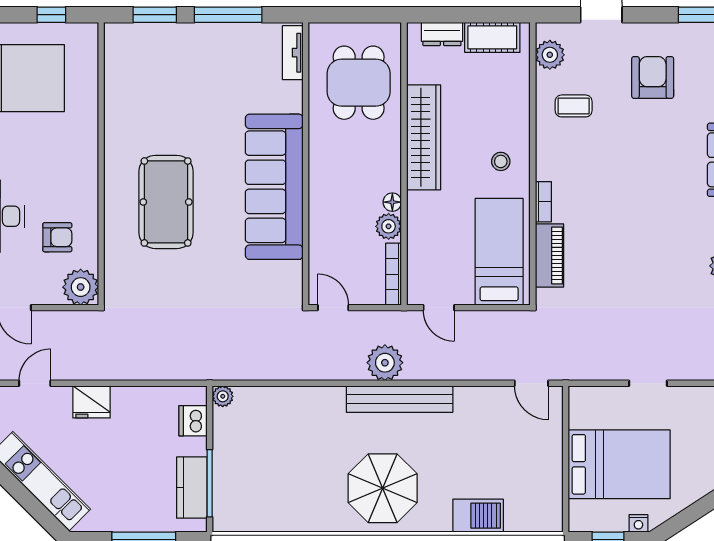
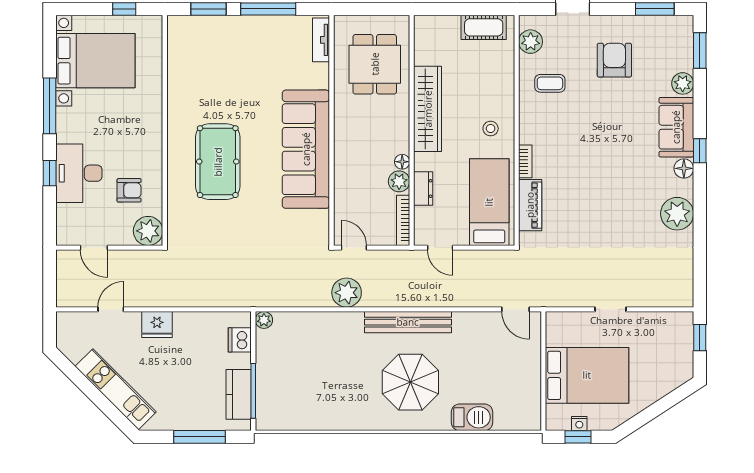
dresser: (442, 34) -> (423, 189), moved, turned -90
plant: (385, 363) -> (347, 293), moved
parasol: (383, 488) -> (410, 382), moved
nightstand: (638, 523) -> (579, 424), moved

